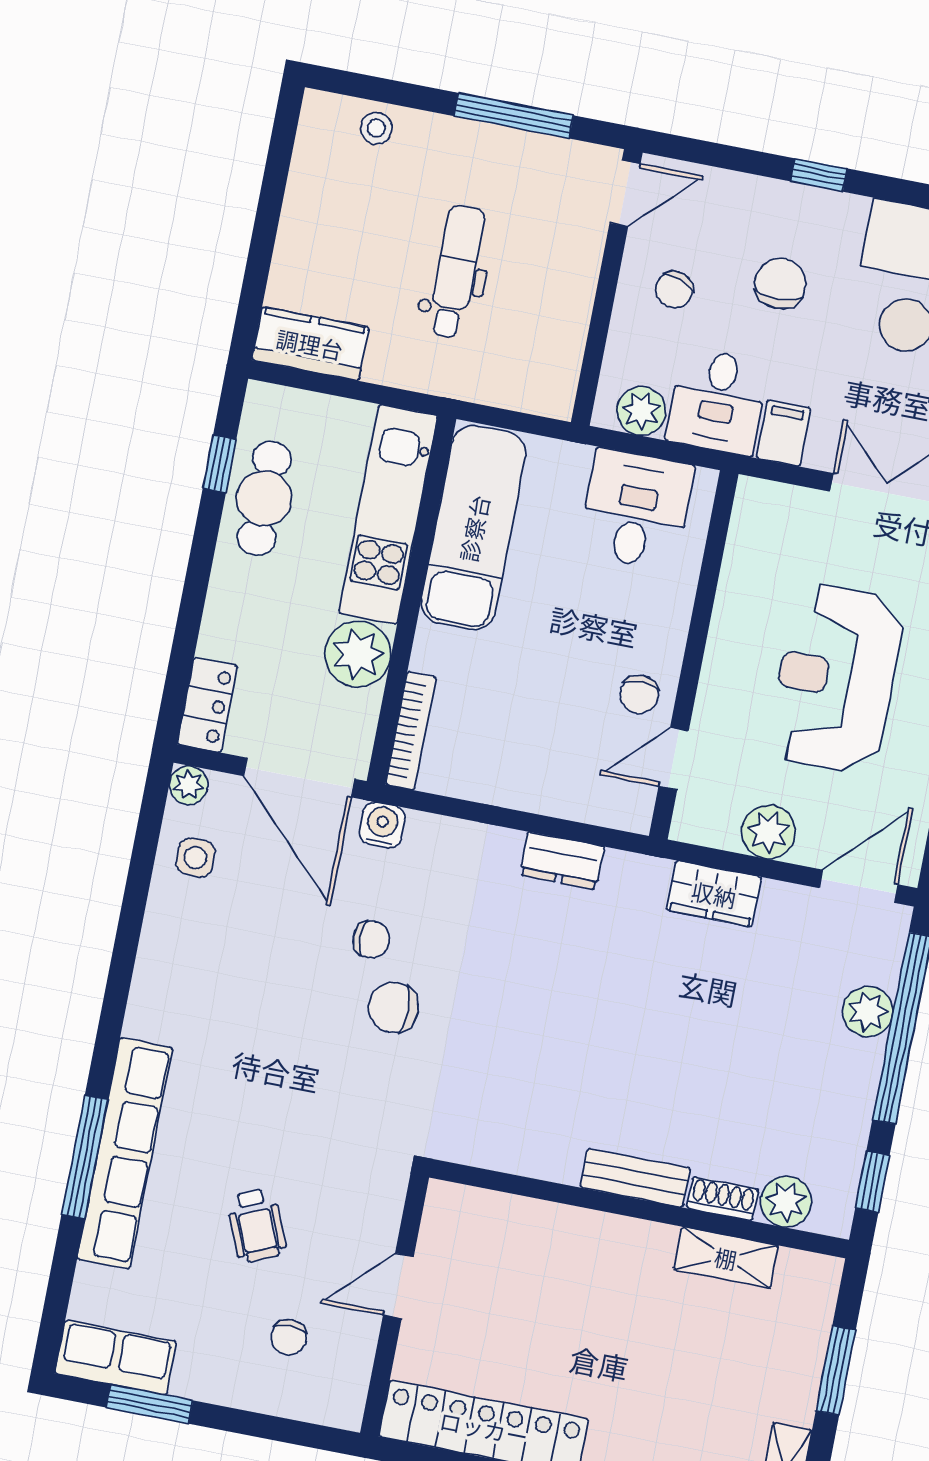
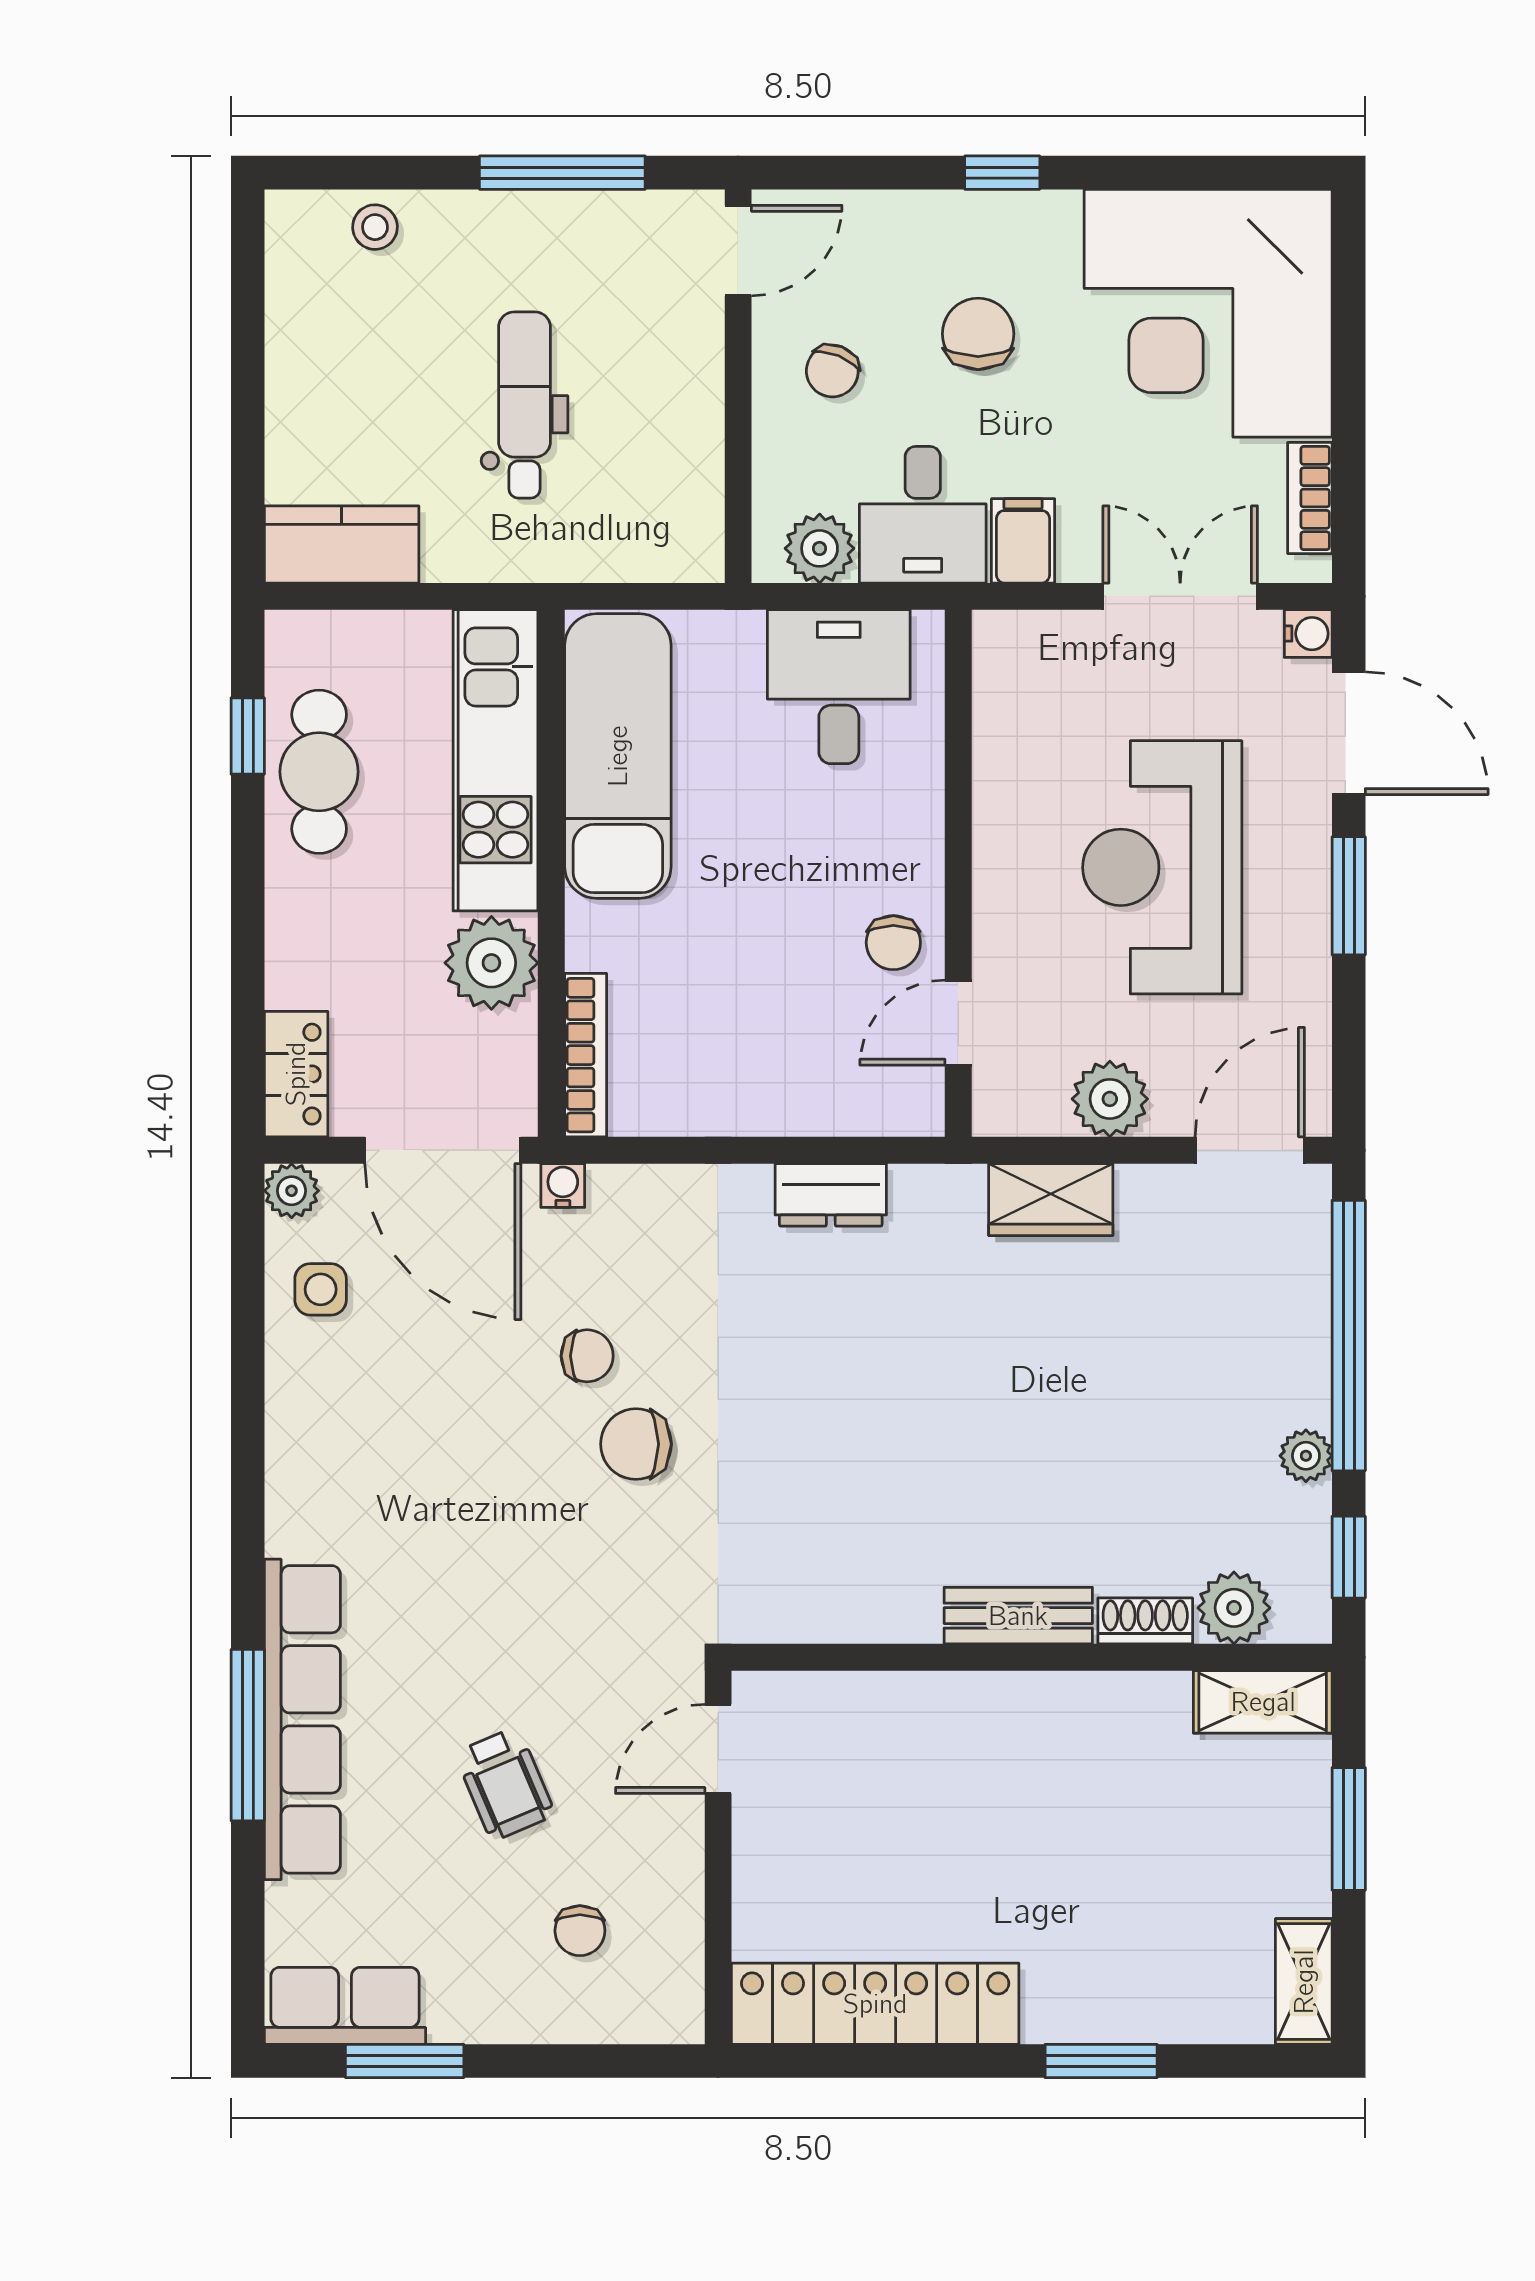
water cooler: (382, 825) -> (563, 1185), width x0.72, depth x0.72
plant: (868, 1012) -> (1306, 1456), moved, width x0.73, depth x0.73
shelving: (726, 1258) -> (1263, 1702), moved
door: (398, 1286) -> (718, 1749), moved

